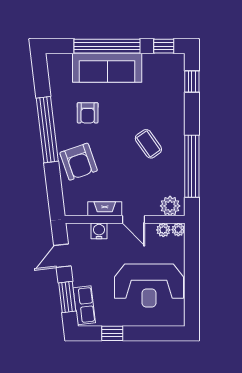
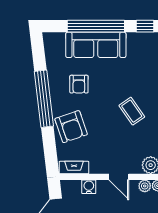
fireplace: (105, 209) -> (74, 168), moved

